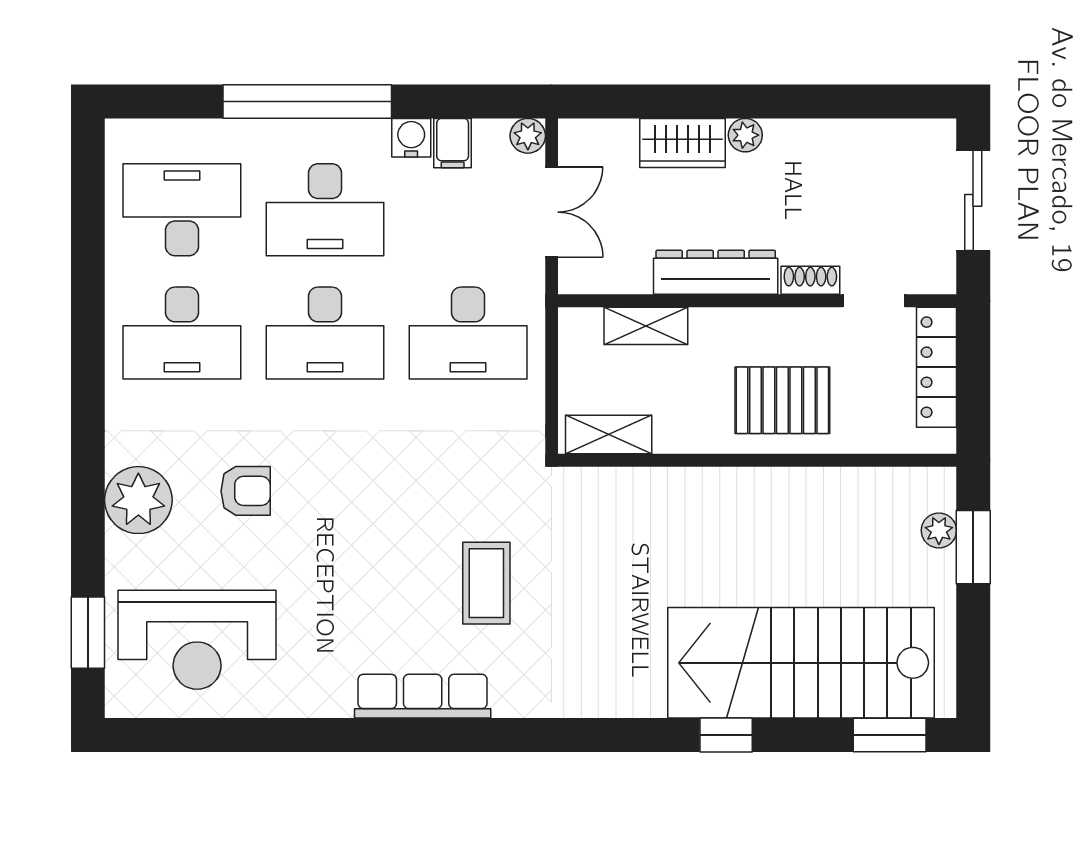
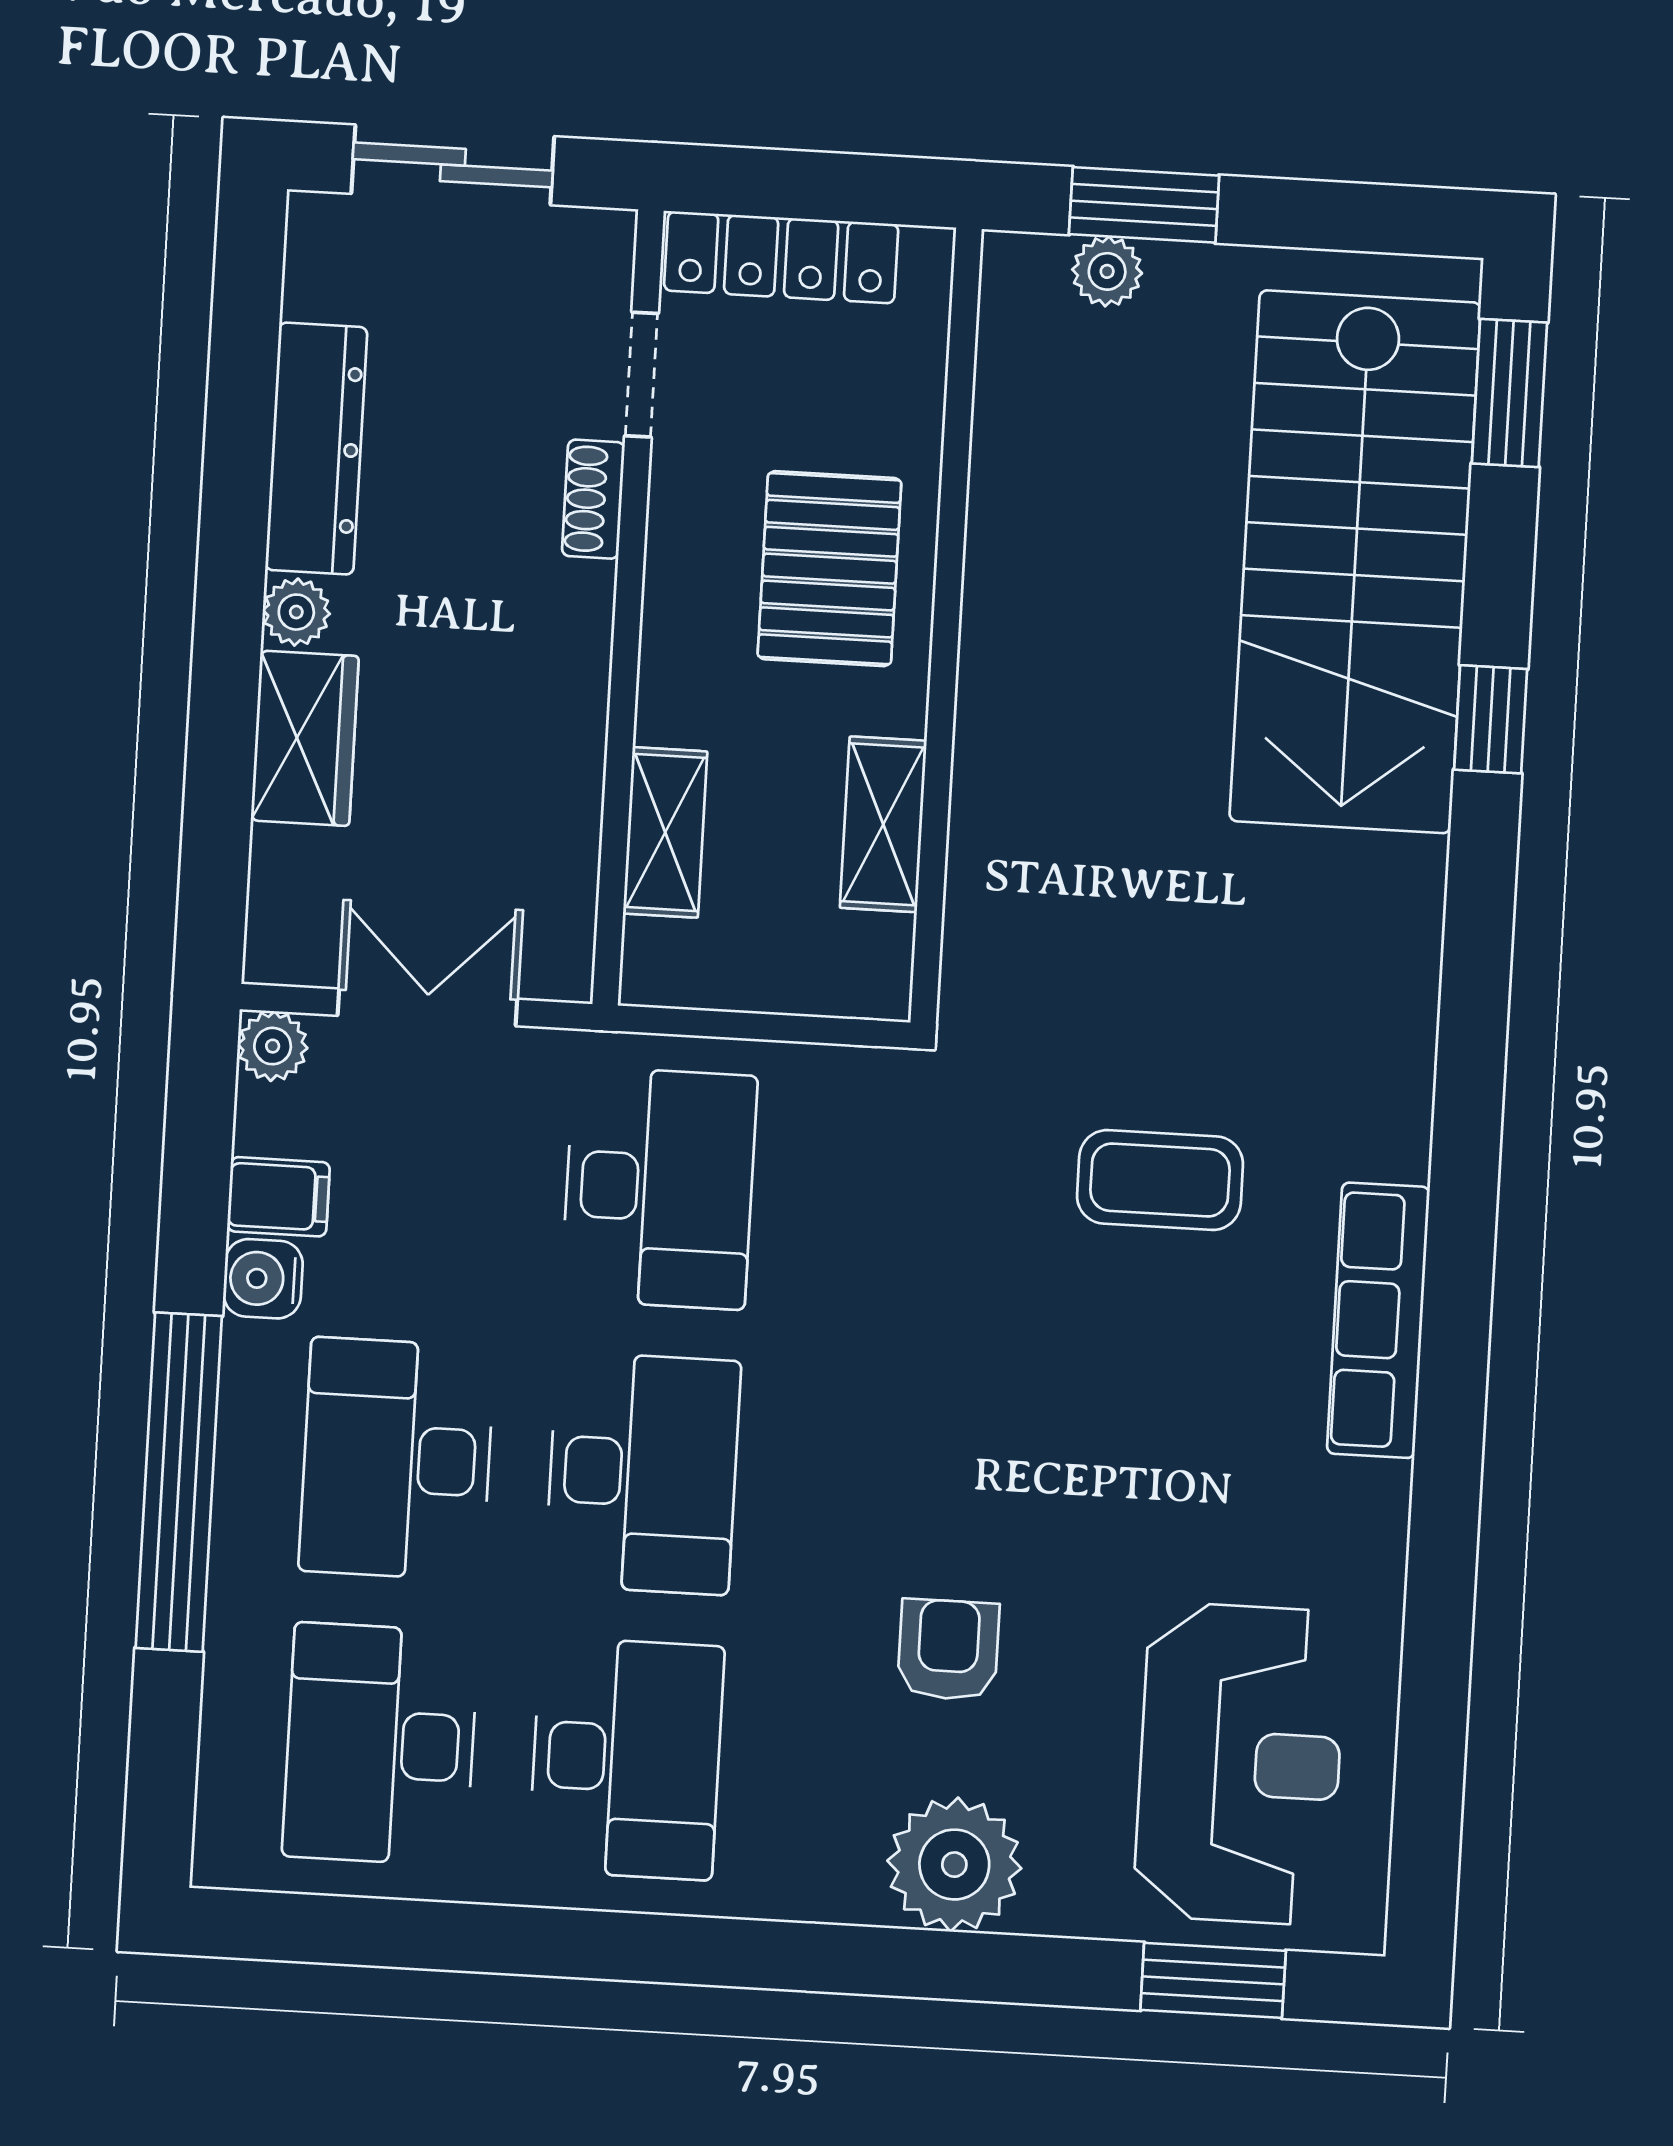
desk: (325, 210) -> (397, 1459), turned 180
dresser: (716, 272) -> (316, 449), moved, turned 180
shelving: (609, 435) -> (883, 824), moved

